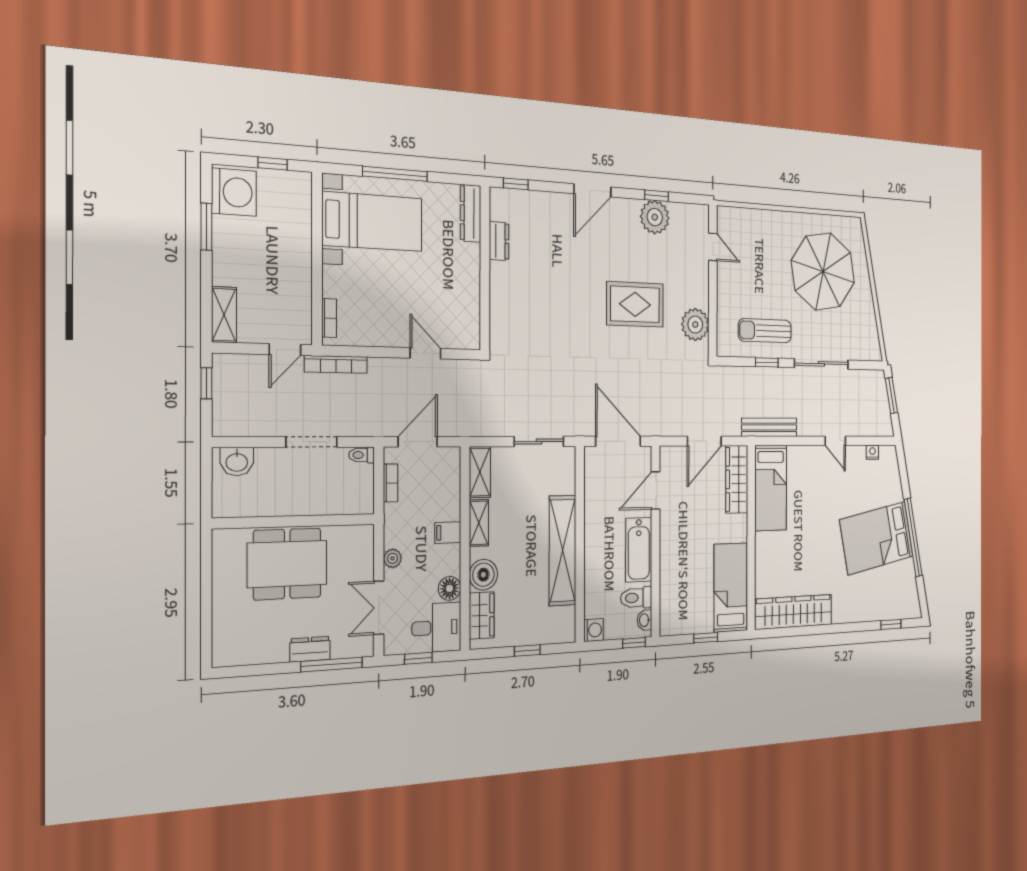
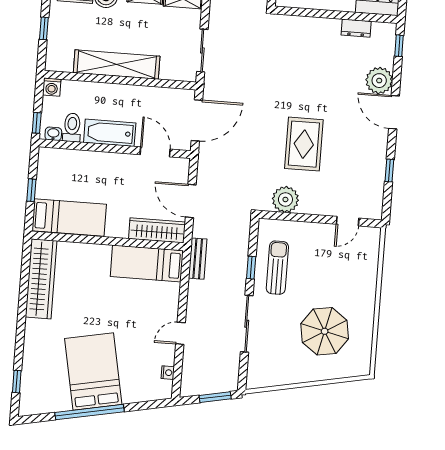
plant: (655, 217) -> (379, 81), moved
parasol: (823, 272) -> (325, 331), width x0.73, depth x0.73
bench: (769, 427) -> (198, 259), width x0.73

